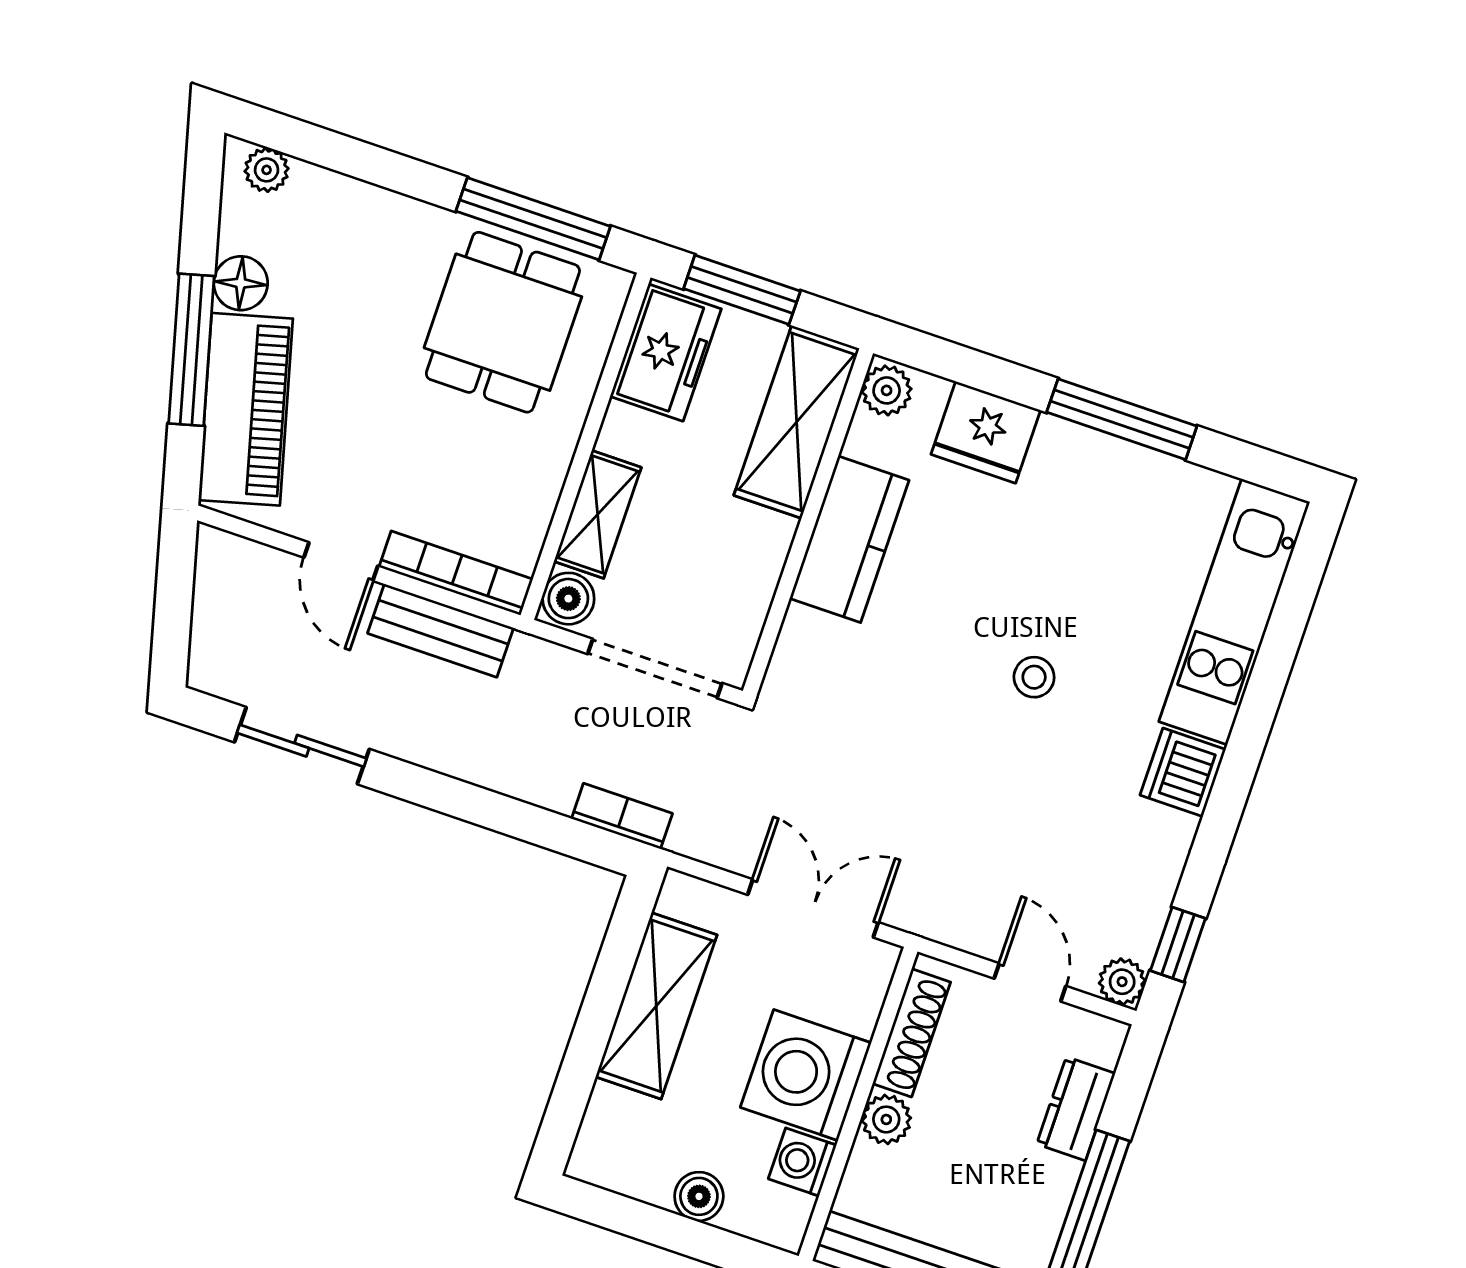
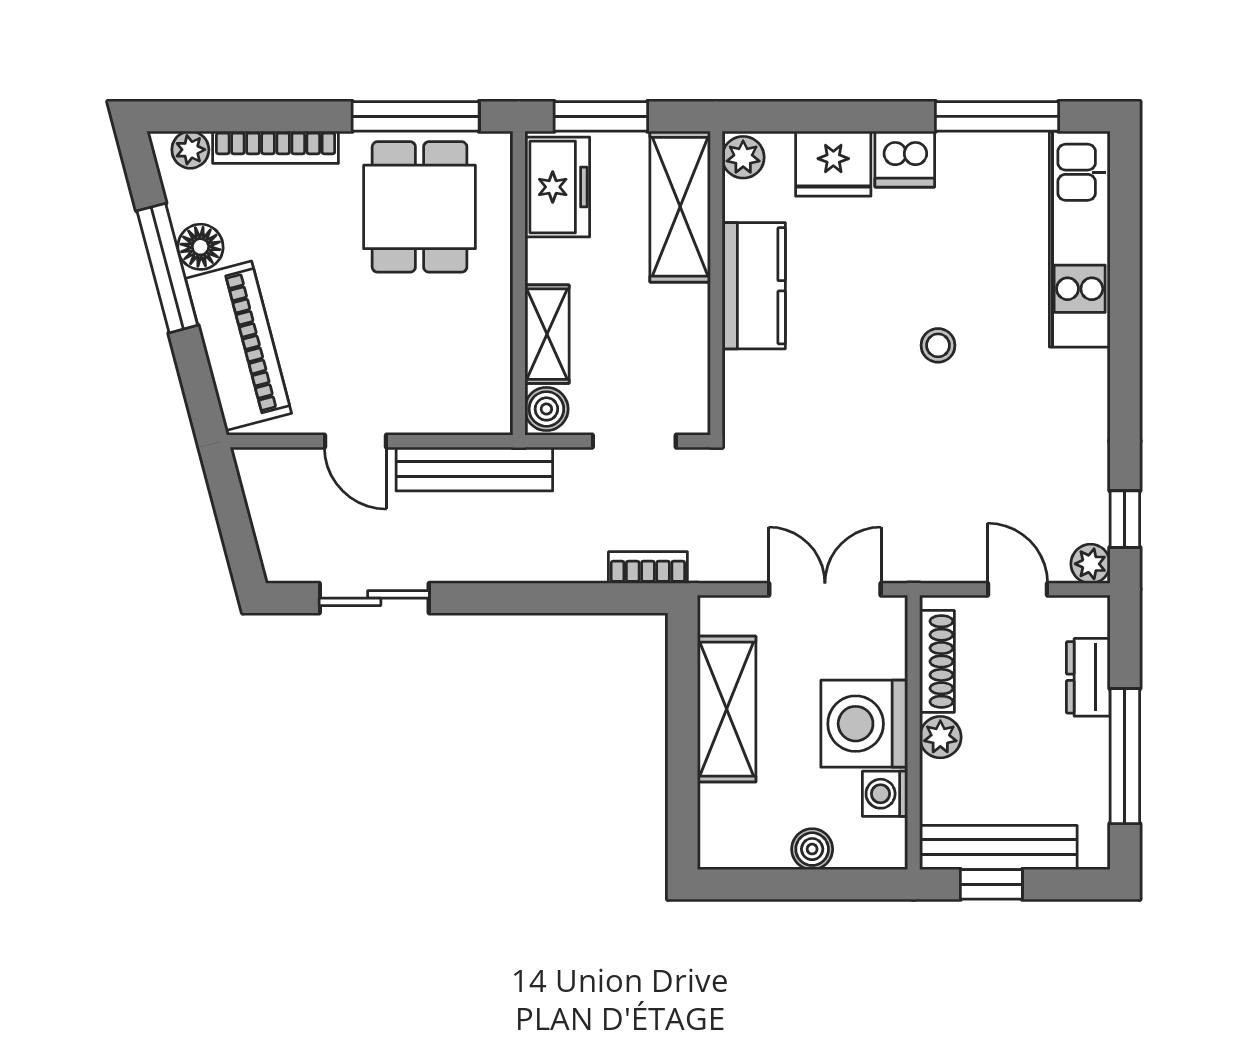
window: (191, 350) -> (167, 268), moved
window: (1122, 419) -> (997, 116), moved
bookcase: (456, 573) -> (276, 147), moved, turned 180
bench: (441, 631) -> (474, 469), width x1.36
doorway: (655, 669) -> (634, 441), width x0.73
dishwasher: (1183, 772) -> (905, 159), moved, turned -90

